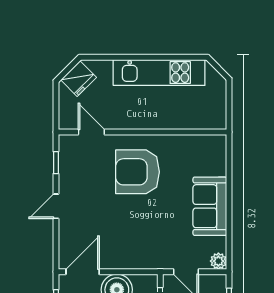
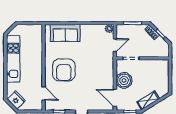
door: (91, 132) -> (44, 93), swing flipped
sofa: (210, 206) -> (65, 33), moved

